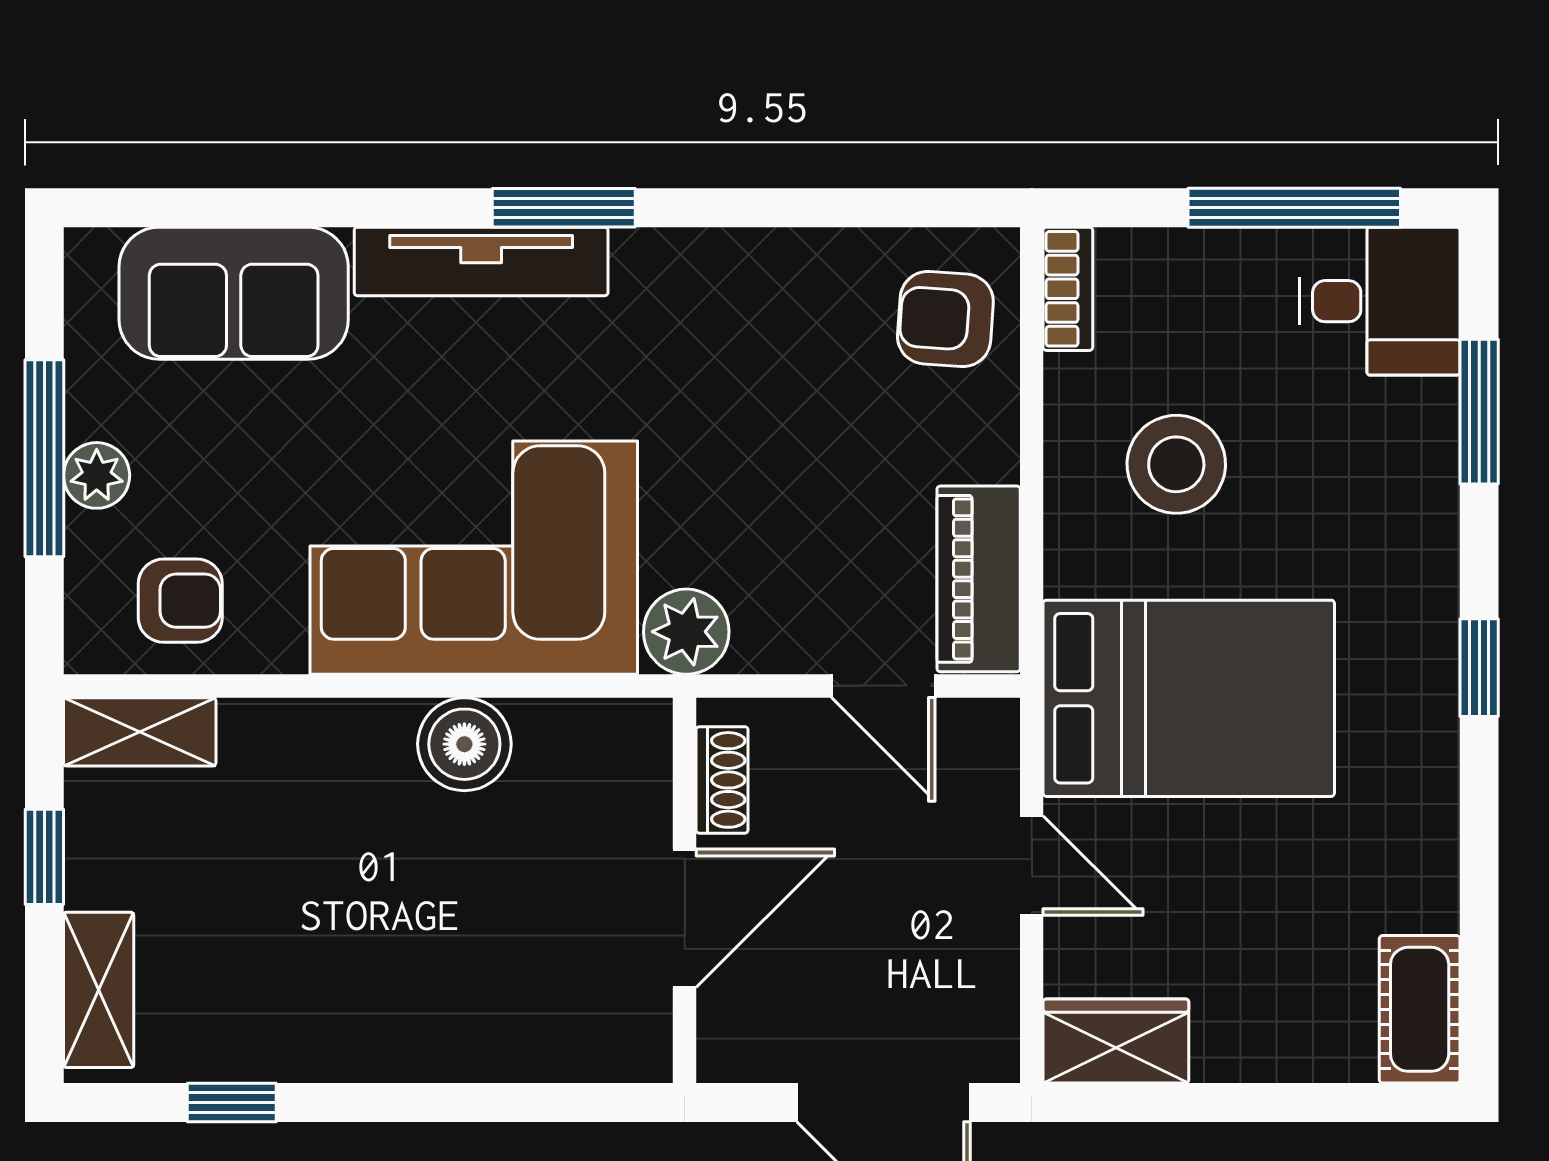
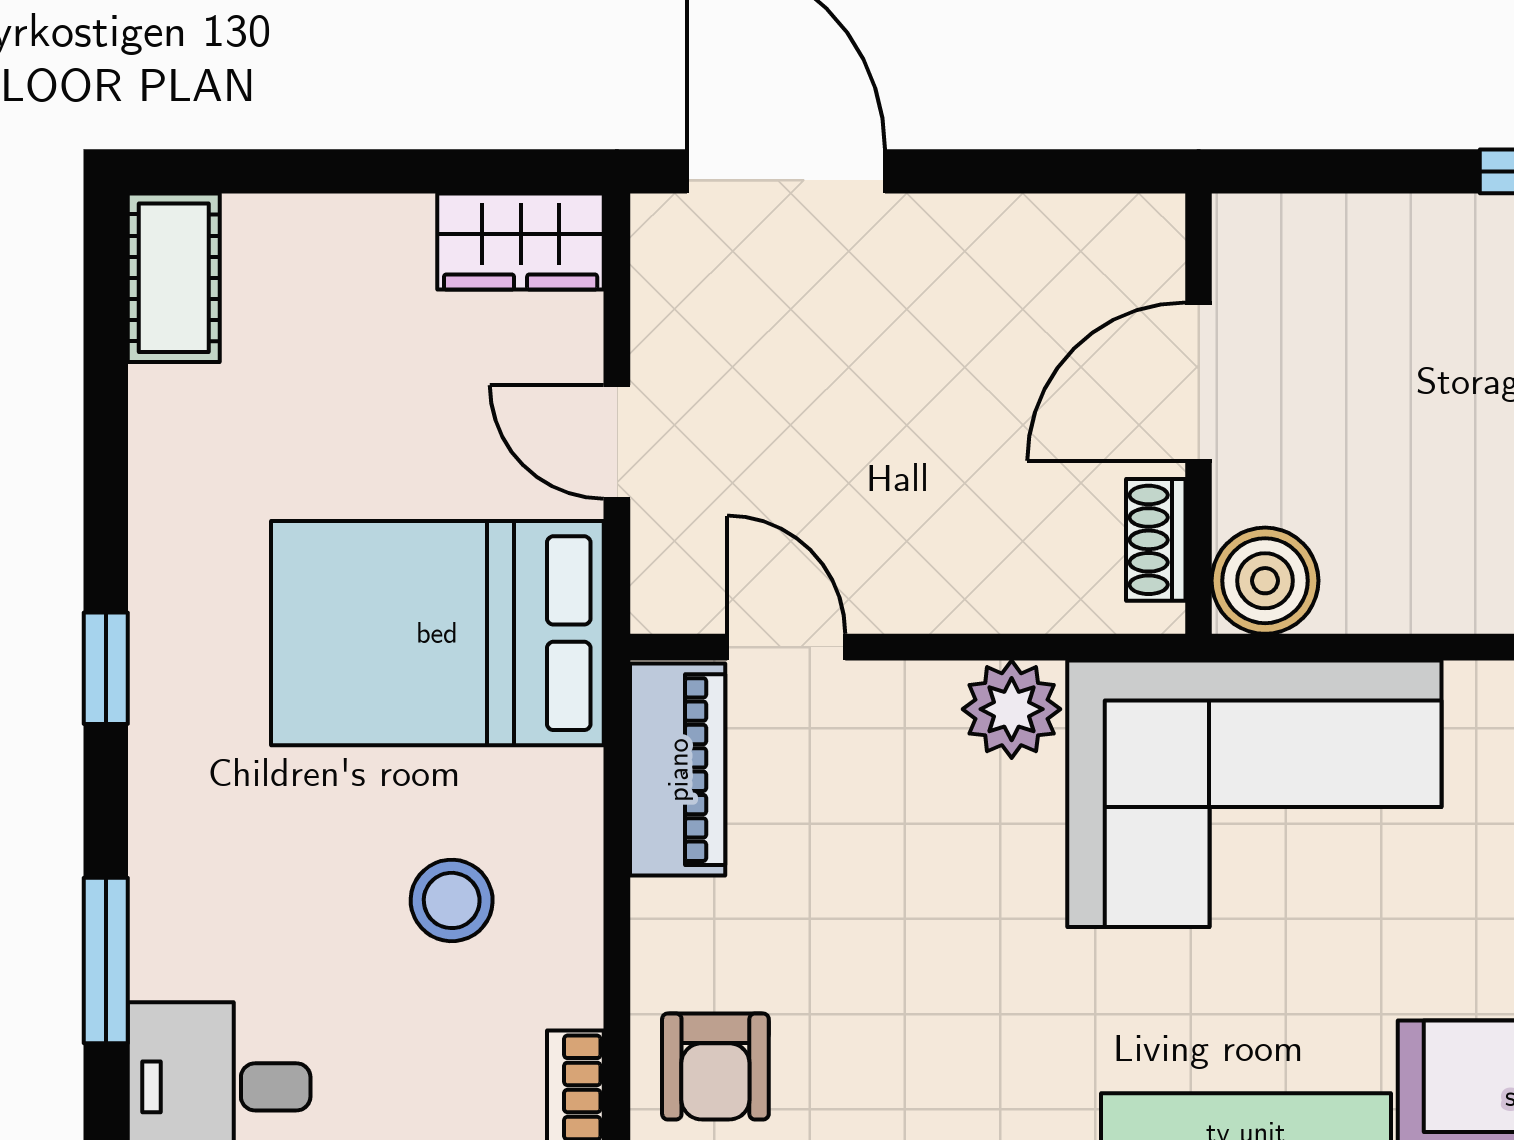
armchair: (945, 319) -> (715, 1066), turned 86
stool: (1176, 464) -> (452, 900), width x0.73, depth x0.73
shoe rack: (722, 780) -> (1156, 540), moved
wall: (685, 890) -> (1199, 414), moved
door: (685, 918) -> (1199, 382), moved

